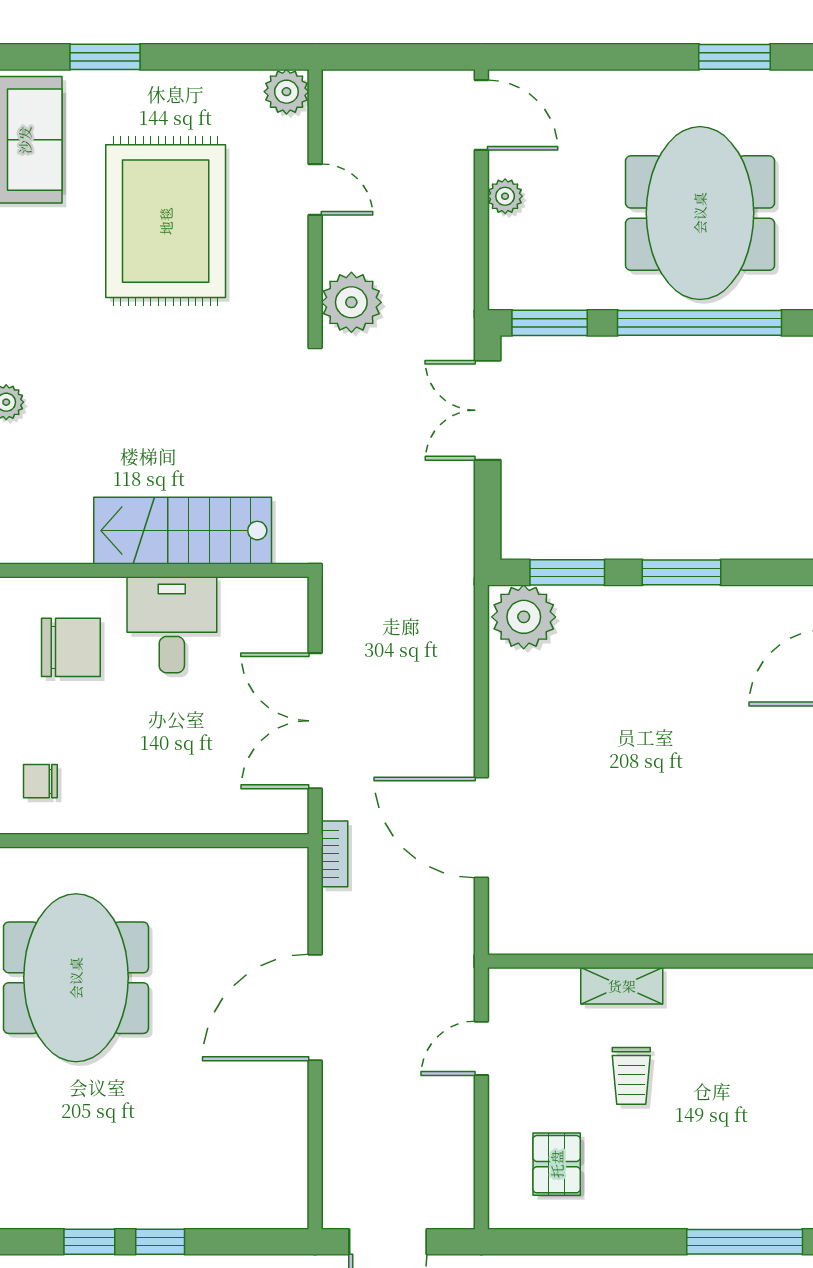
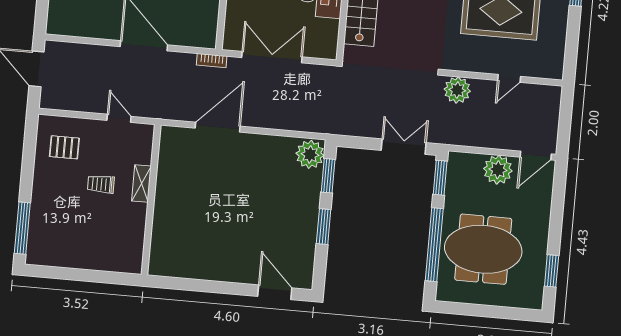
plant: (286, 92) -> (554, 69), removed
plant: (505, 196) -> (498, 170), width x1.87, depth x1.87

